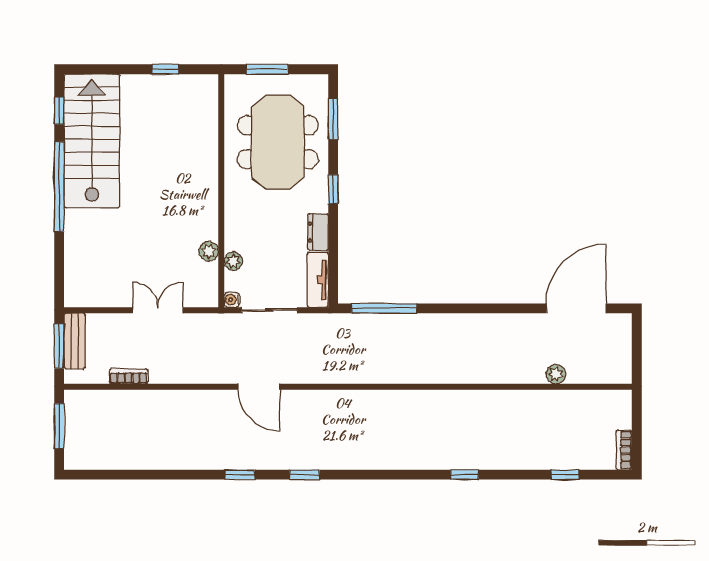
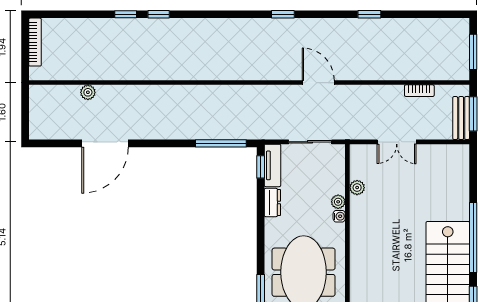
window: (333, 189) -> (261, 167), moved
plant: (233, 261) -> (338, 202), moved
water cooler: (232, 300) -> (339, 216), moved
door: (576, 308) -> (105, 143), moved
bookcase: (624, 450) -> (35, 42), width x1.56
window: (240, 475) -> (369, 14), moved
window: (565, 475) -> (126, 14), moved

